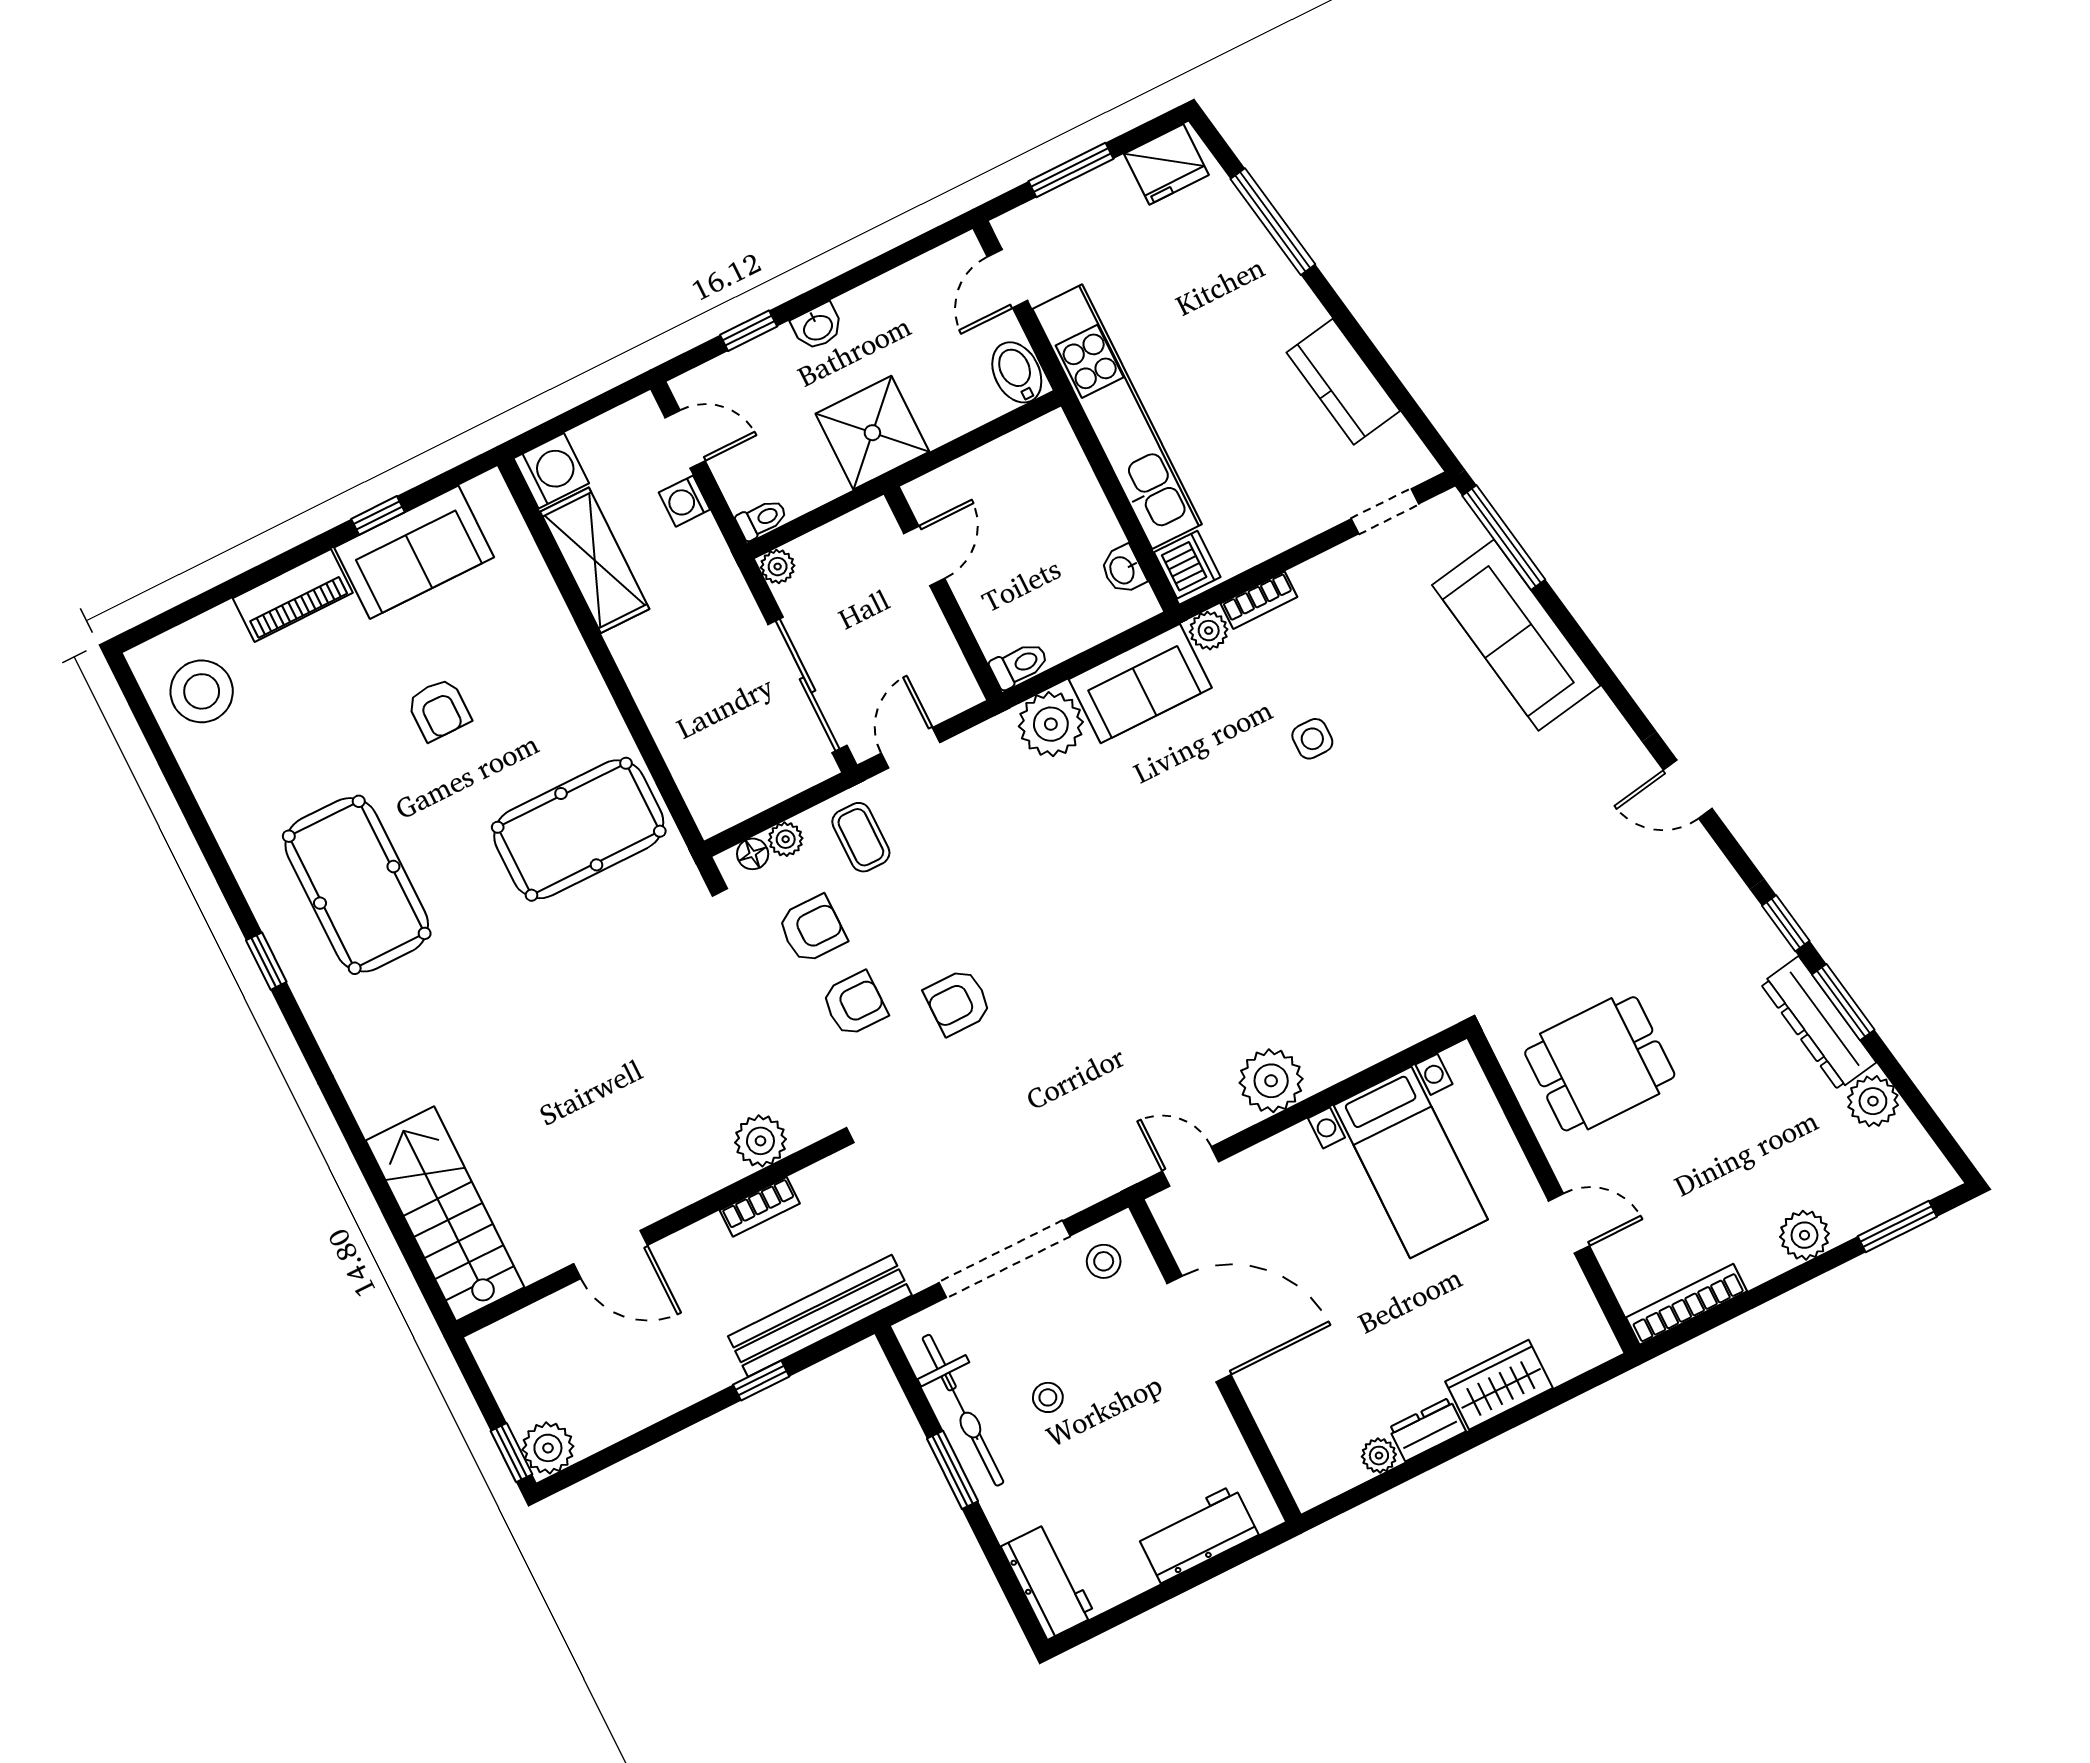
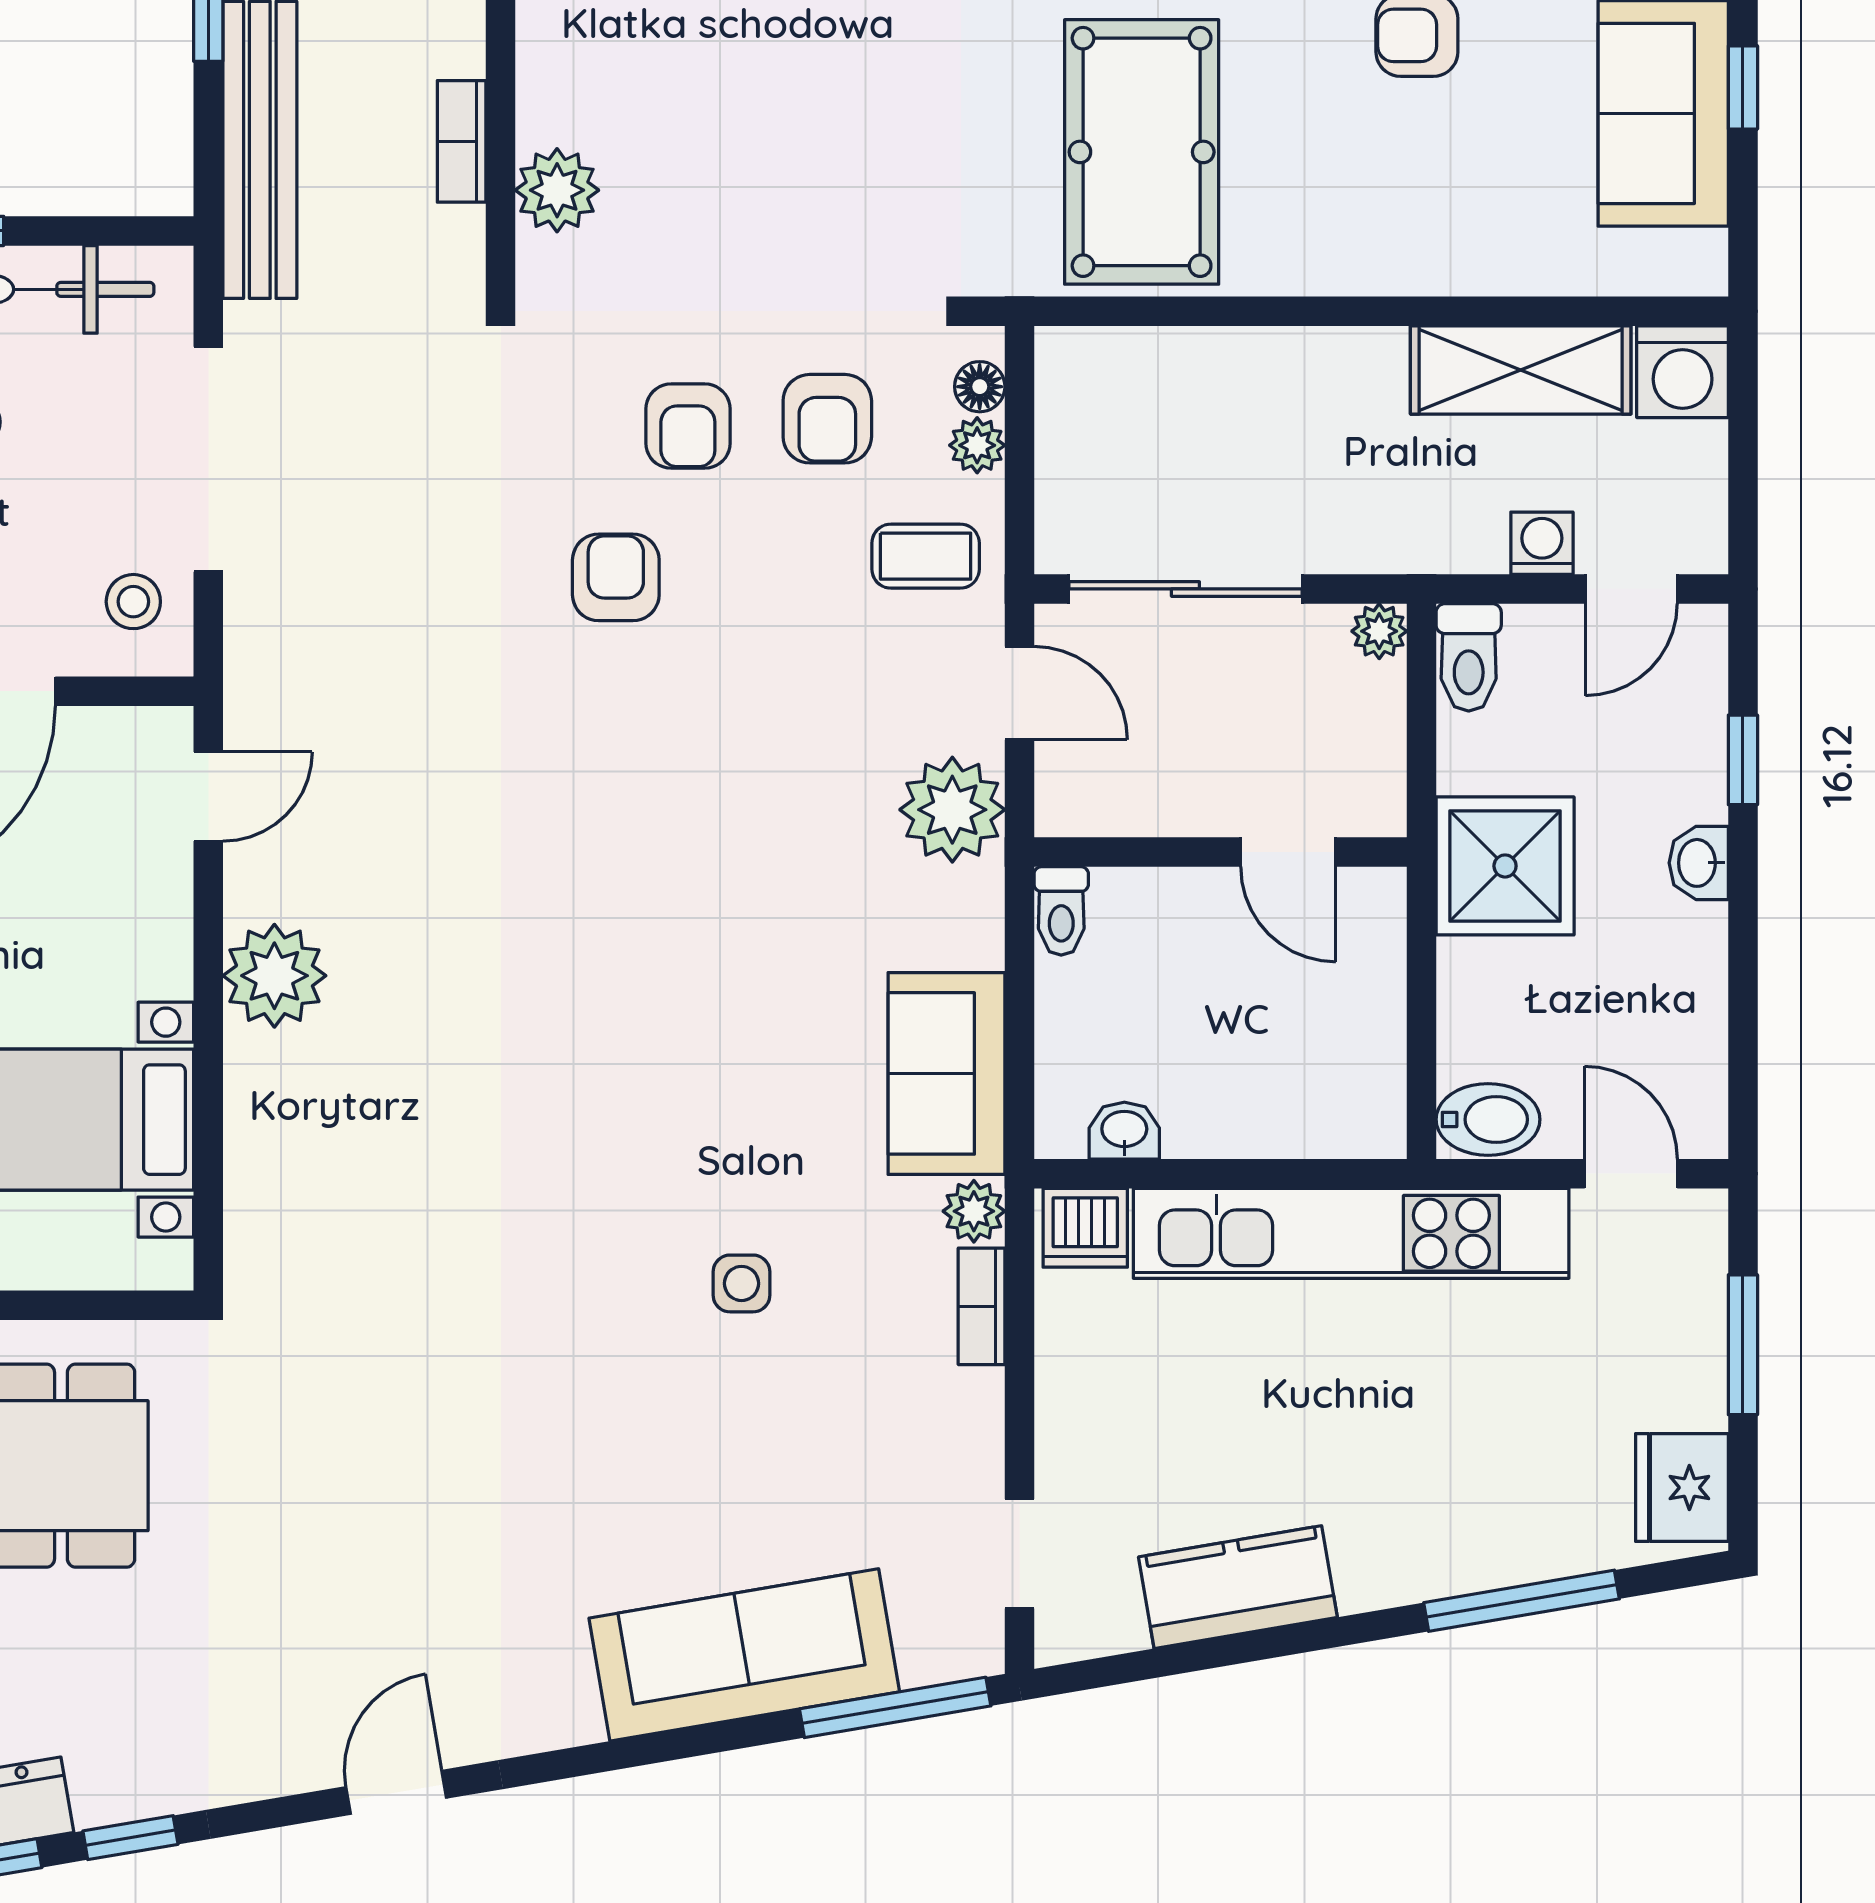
toilet: (762, 519) -> (1469, 657), width x1.37, depth x1.39
plant: (1051, 724) -> (952, 810), moved

